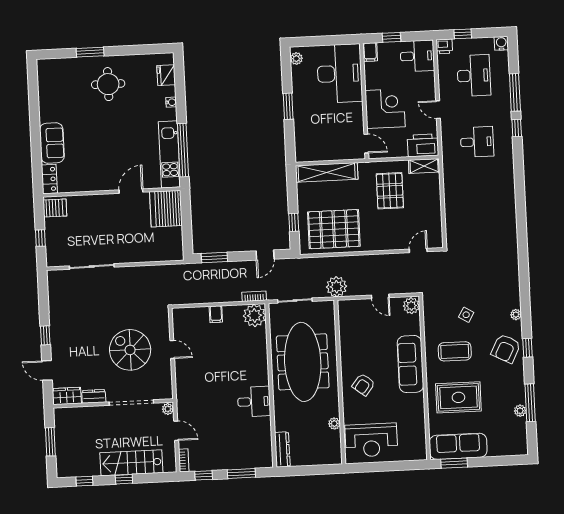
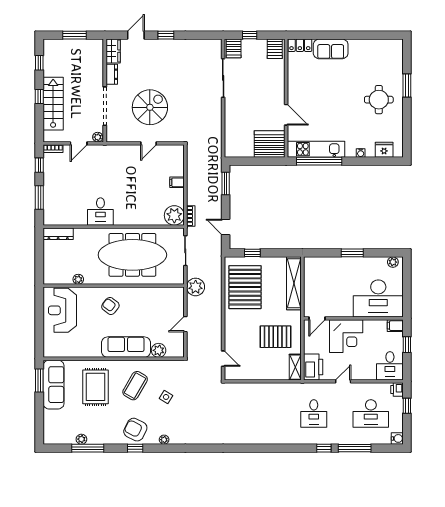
server rack: (57, 256) -> (234, 48), added
plant: (411, 306) -> (159, 350), moved
coffee table: (455, 351) -> (135, 386), turned 30

